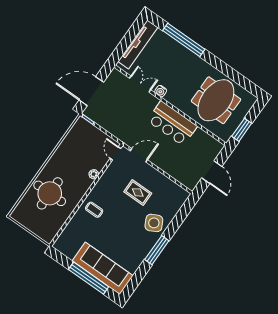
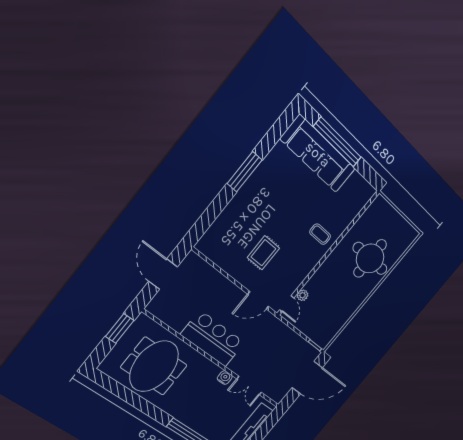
plant: (94, 174) -> (303, 295), moved
rug: (138, 192) -> (263, 253), turned 90
side table: (154, 223) -> (246, 210), removed

